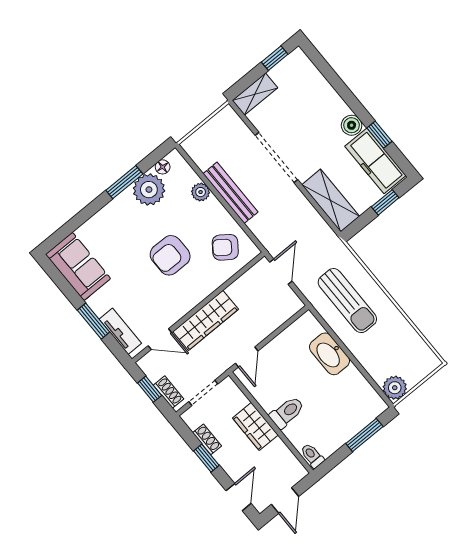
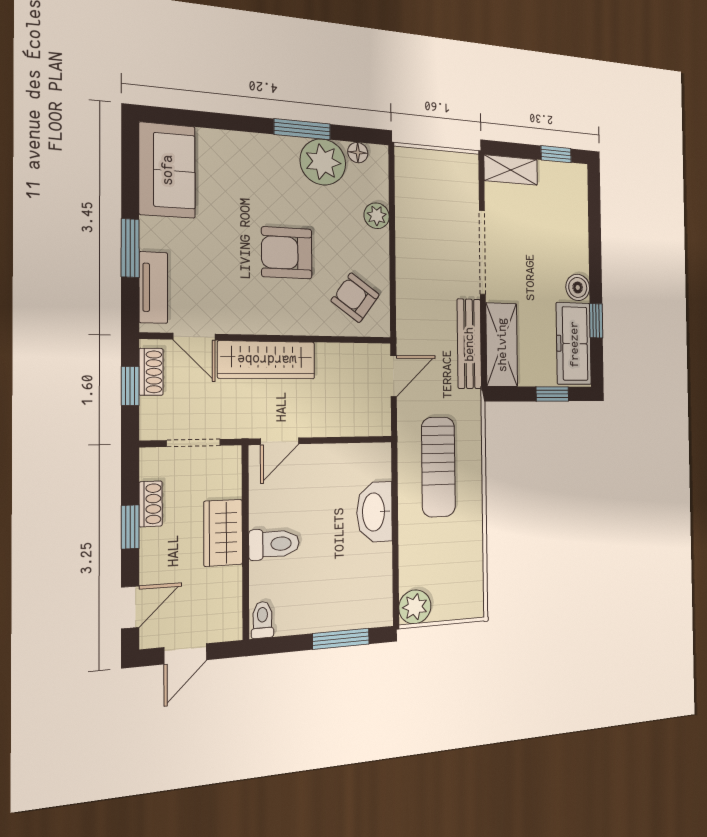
bench: (231, 193) -> (469, 344), moved
shoe rack: (168, 392) -> (151, 372), moved

